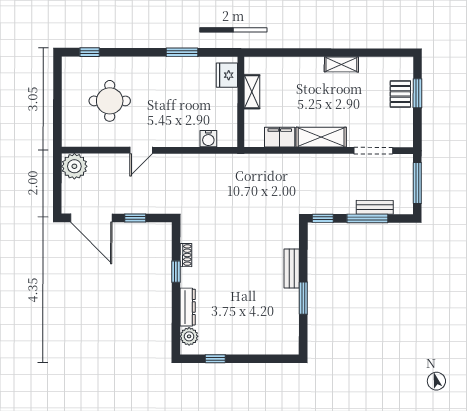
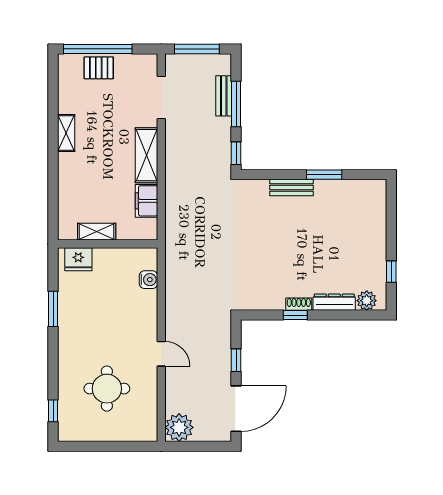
window: (417, 93) -> (98, 49), width x2.11
shoe rack: (186, 255) -> (299, 304), moved

